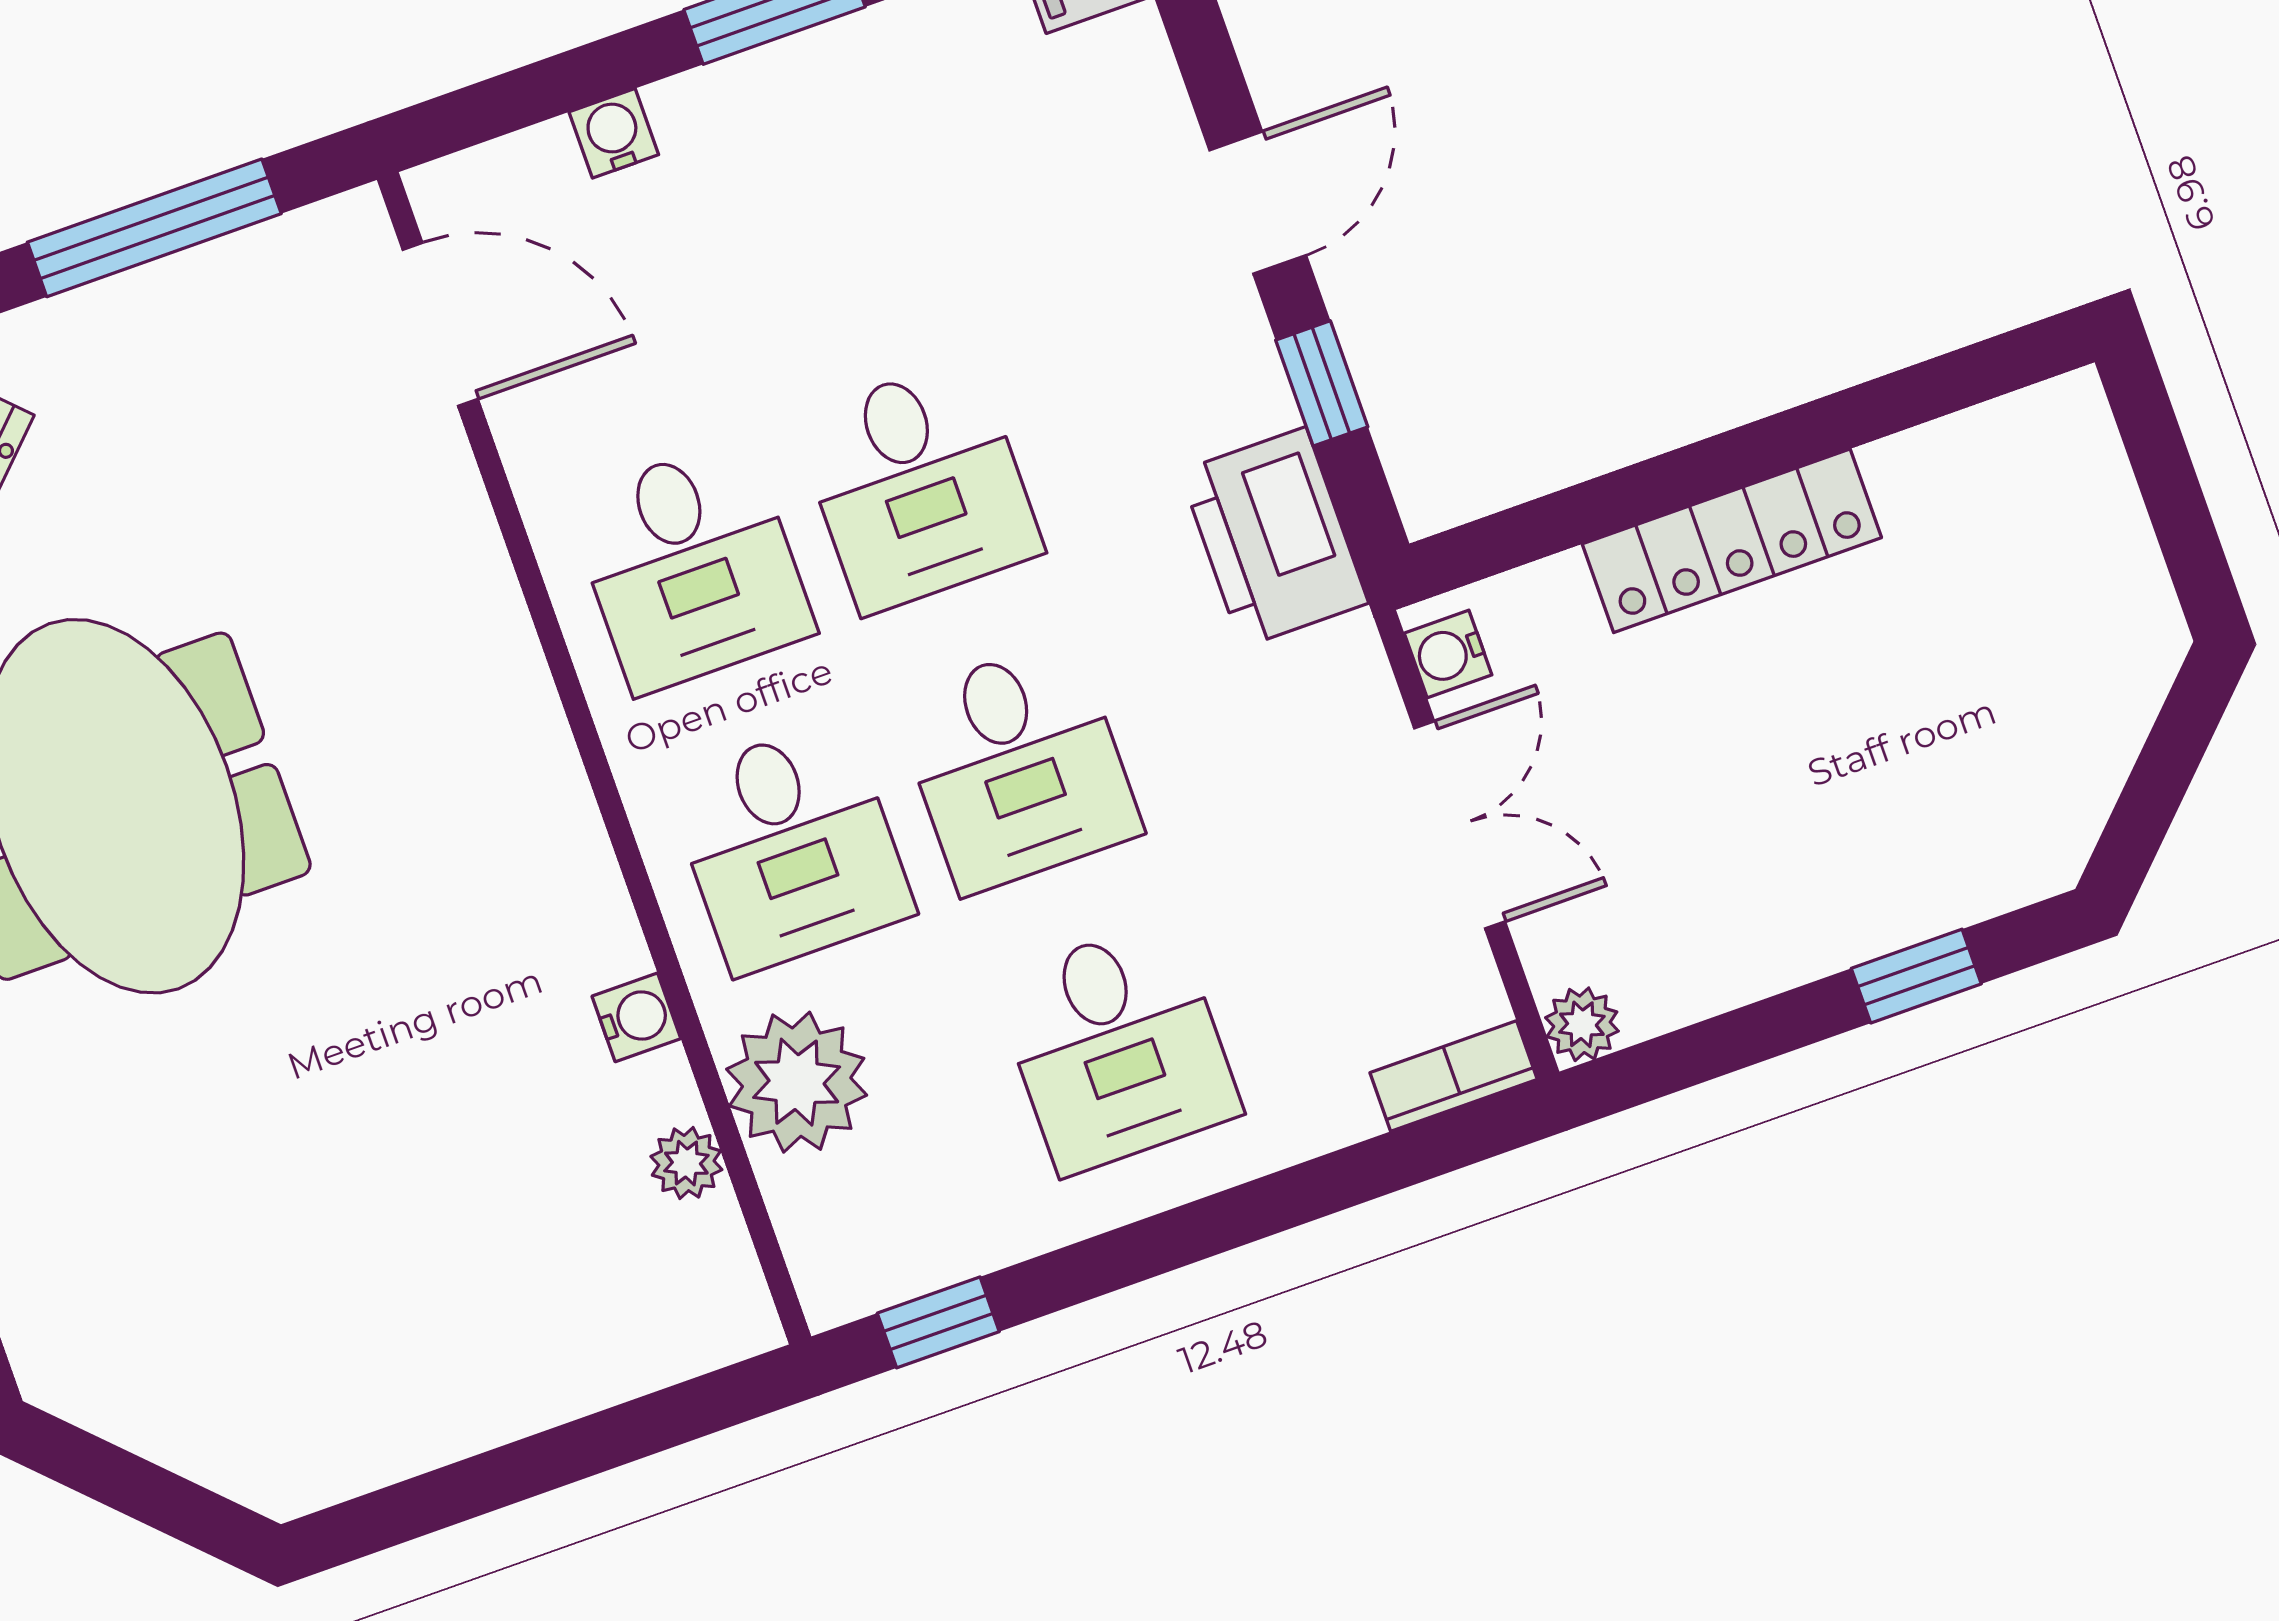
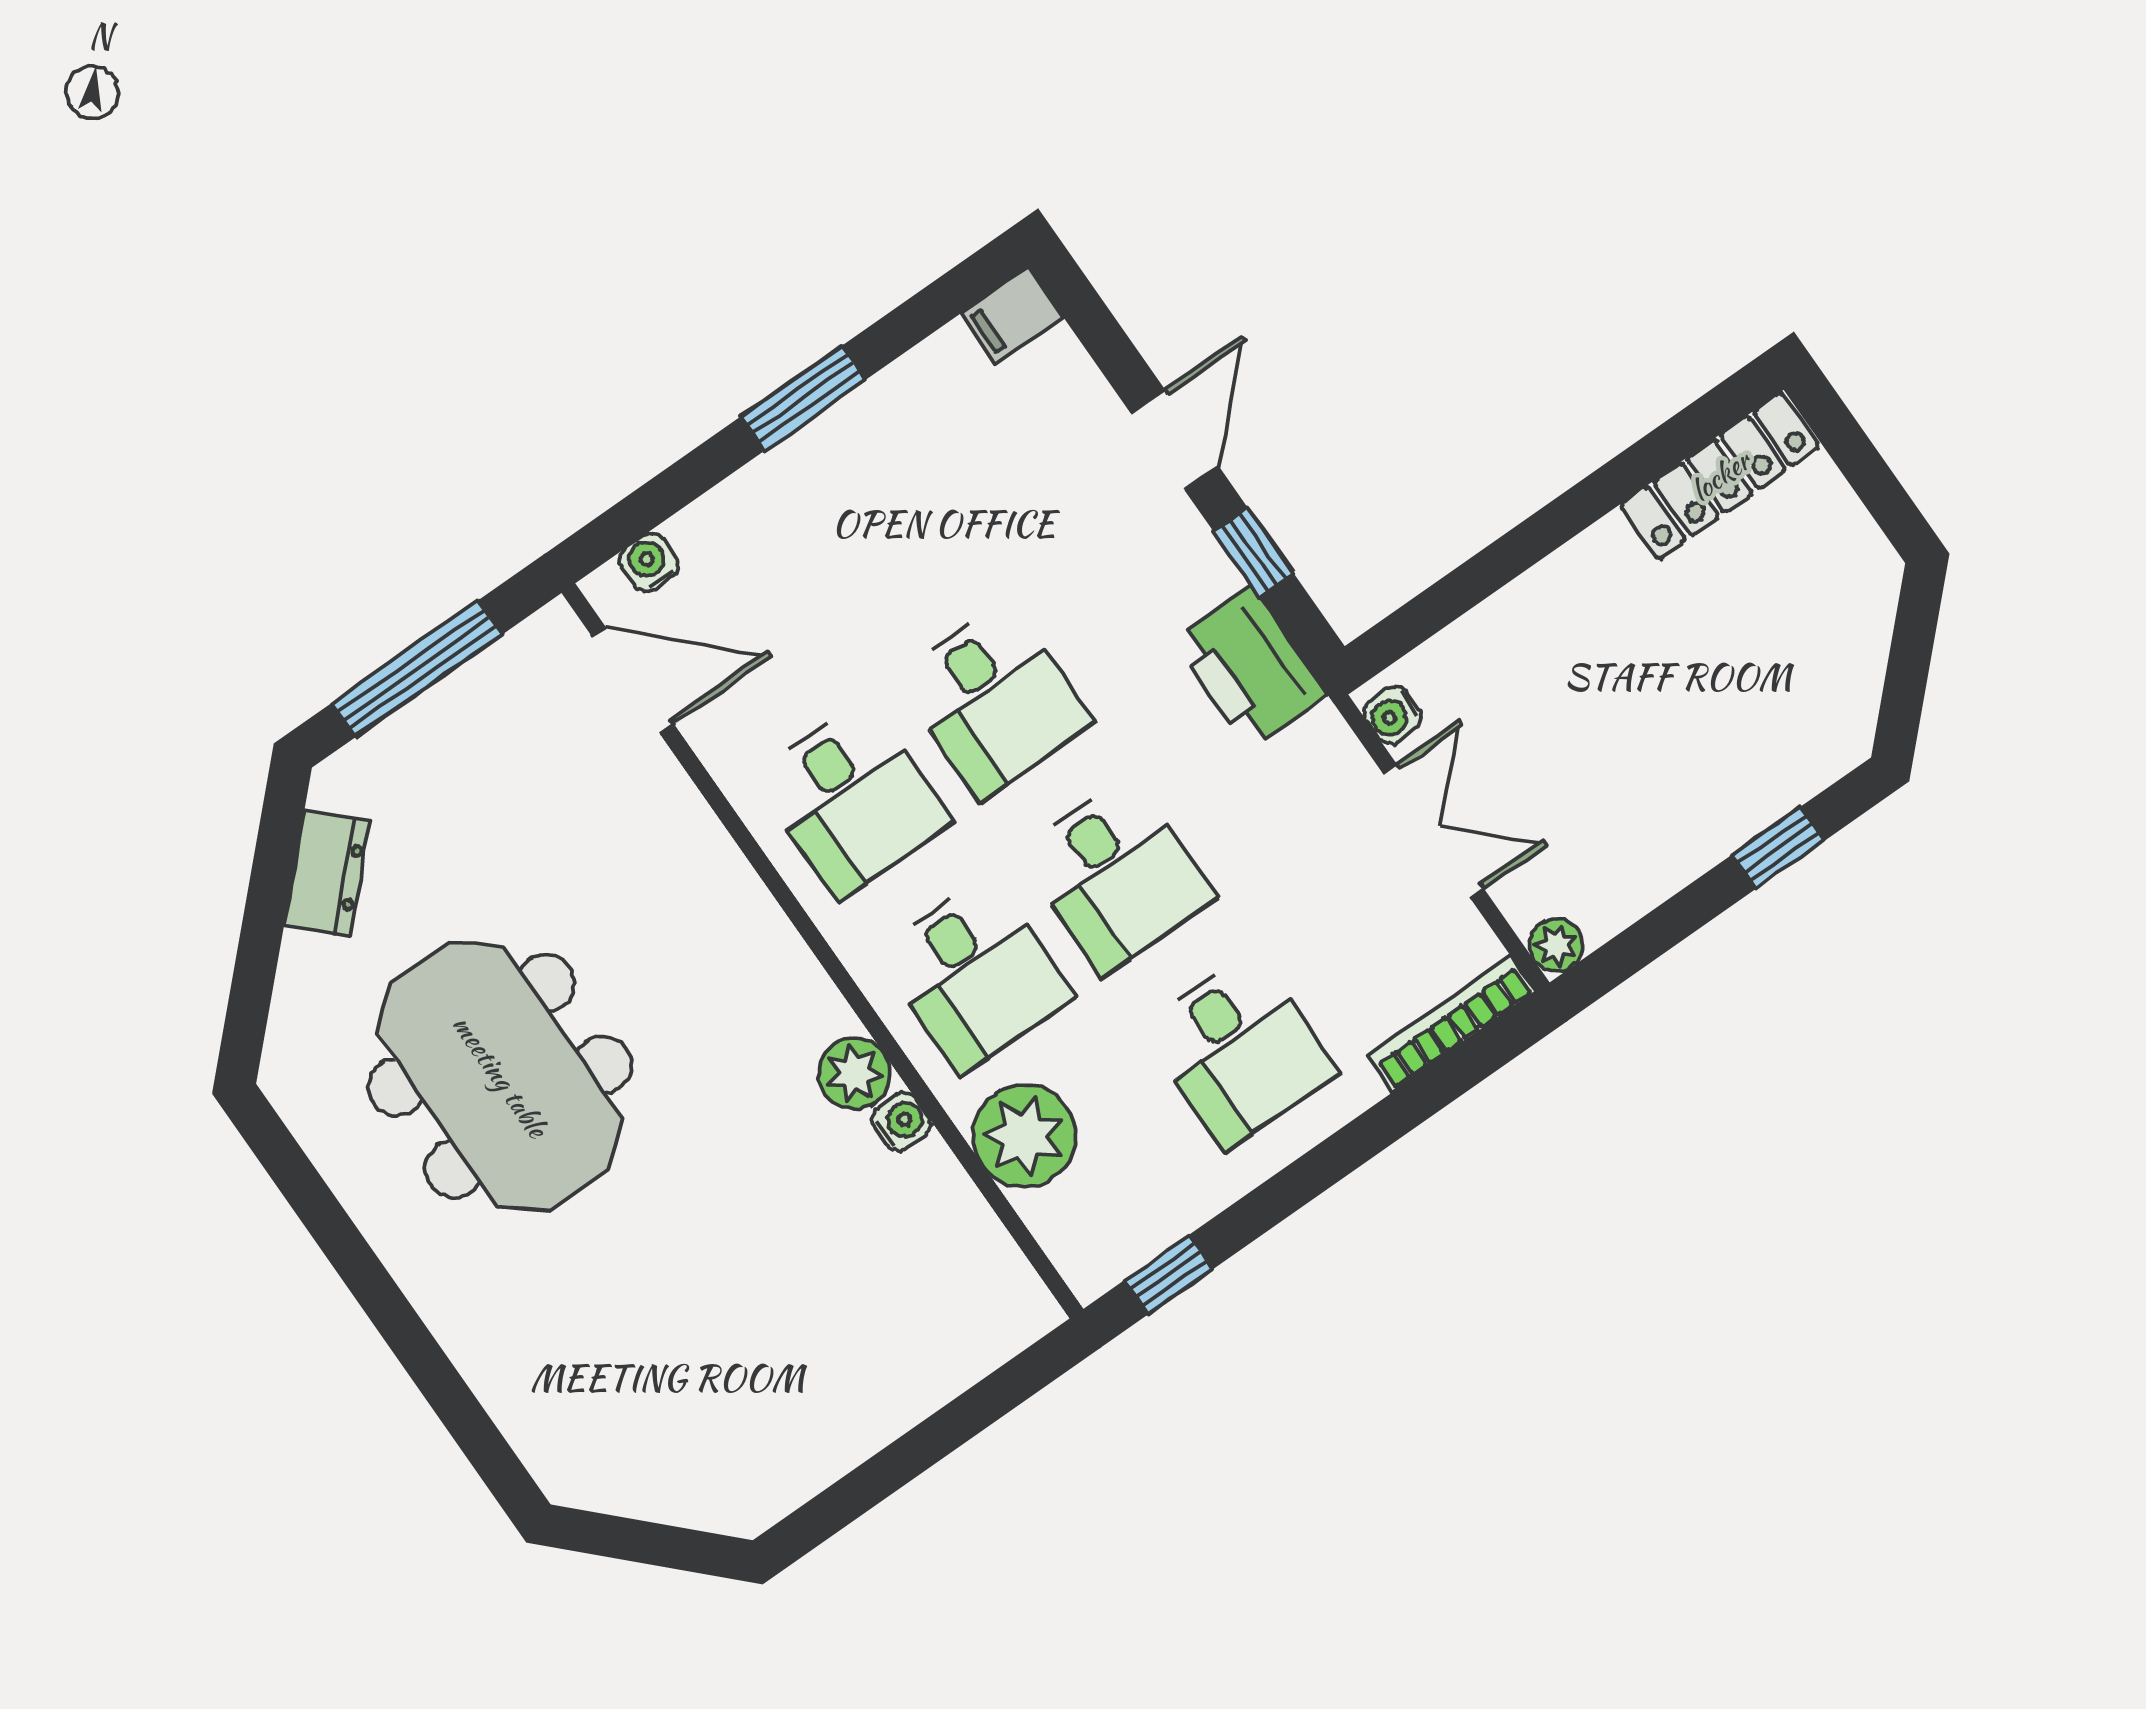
water cooler: (614, 133) -> (649, 562), moved
locker: (1732, 541) -> (1720, 476), moved
bookcase: (1454, 1076) -> (1452, 1024), width x1.56
plant: (686, 1163) -> (854, 1074), moved, width x1.38, depth x1.38

